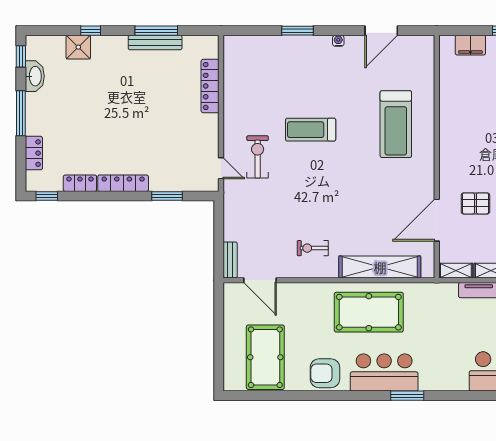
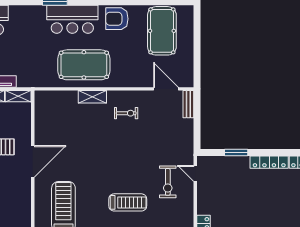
door: (437, 220) -> (33, 161), moved
shelving: (380, 267) -> (92, 97), width x0.45, depth x0.75
armchair: (325, 373) -> (117, 19), turned 180

